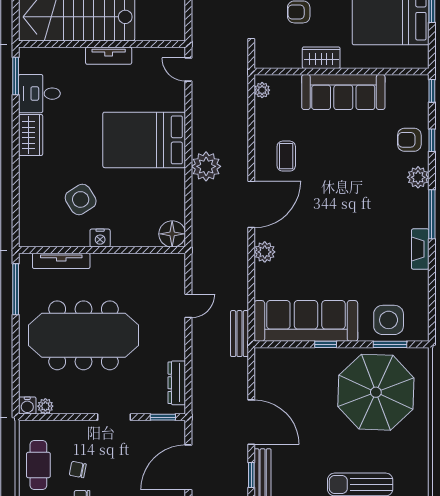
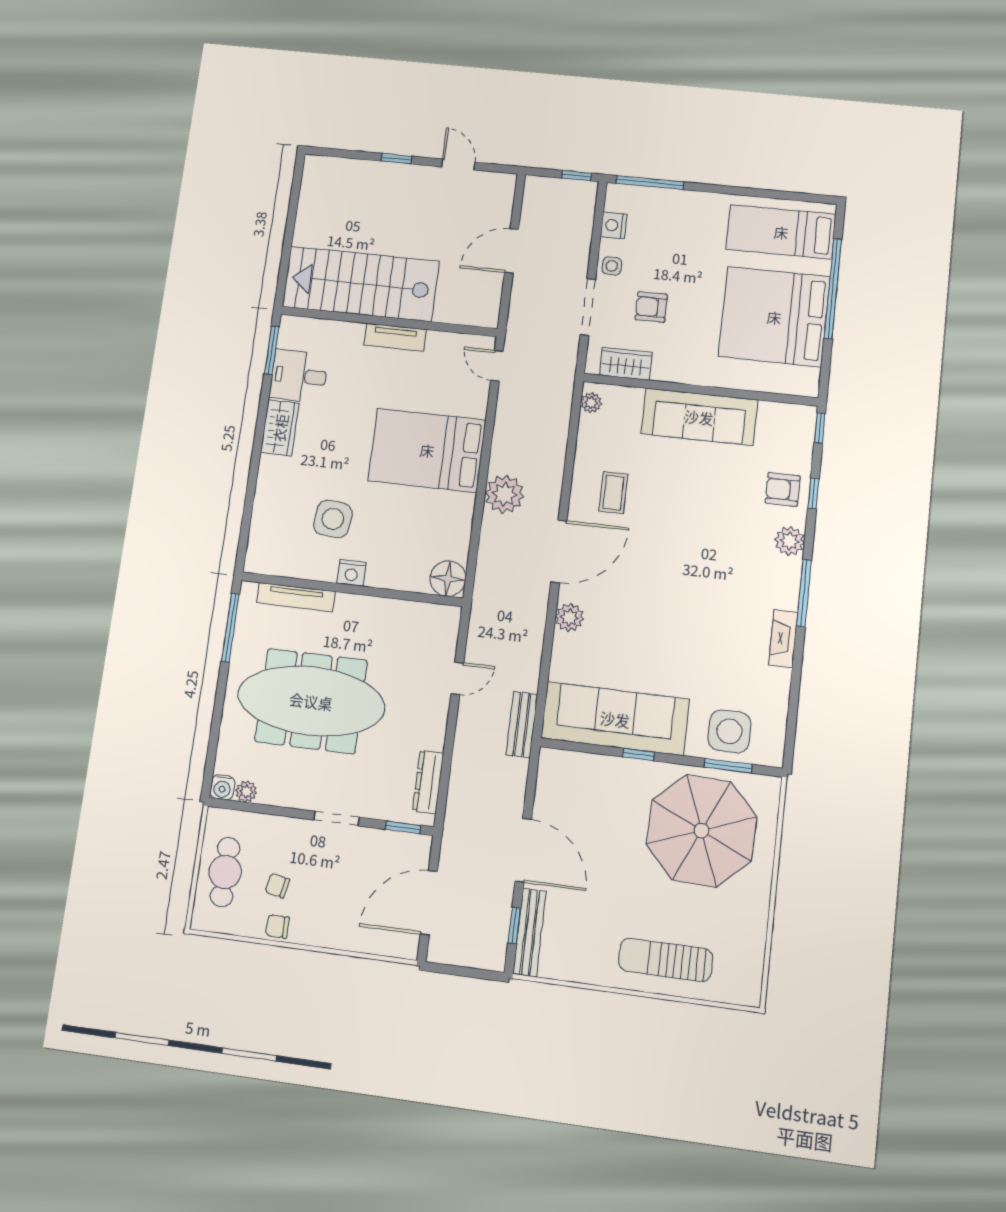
wardrobe: (321, 58) -> (626, 364), moved
side table: (81, 199) -> (333, 519), turned 37

